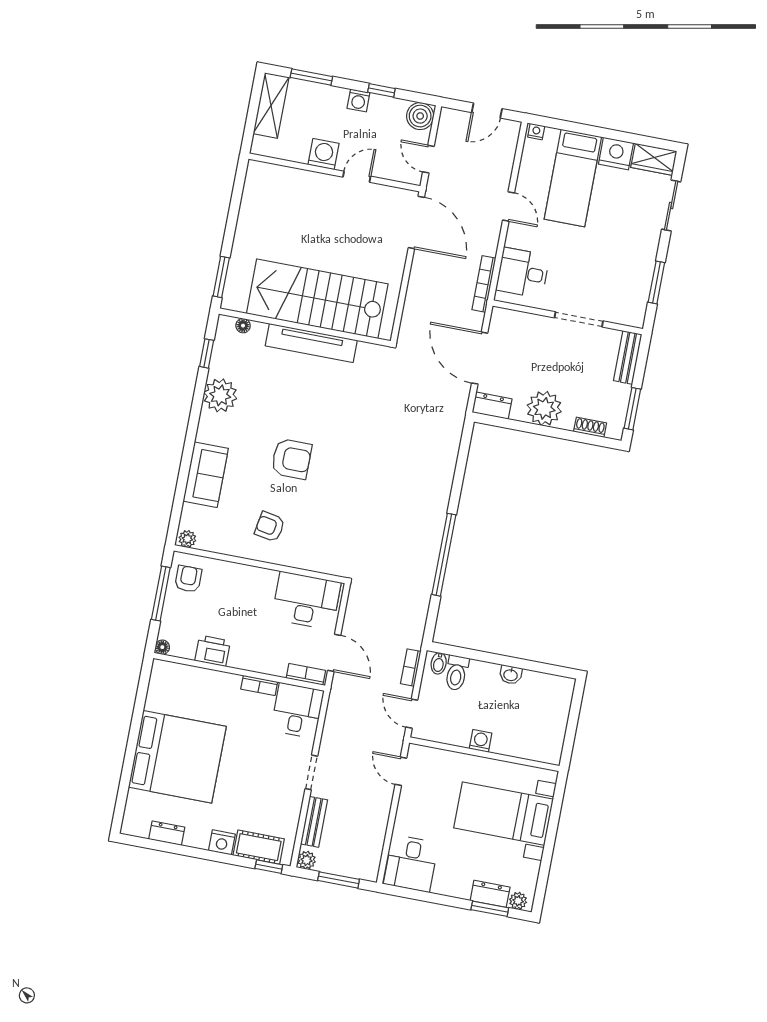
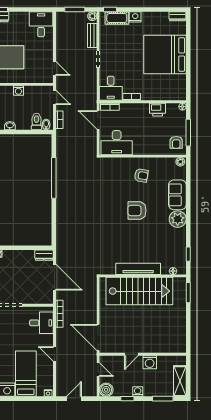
plant: (220, 395) -> (178, 219), moved
plant: (544, 408) -> (18, 259), removed
dresser: (167, 833) -> (177, 16), moved

